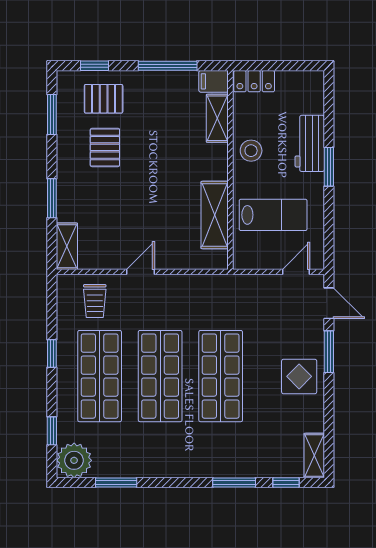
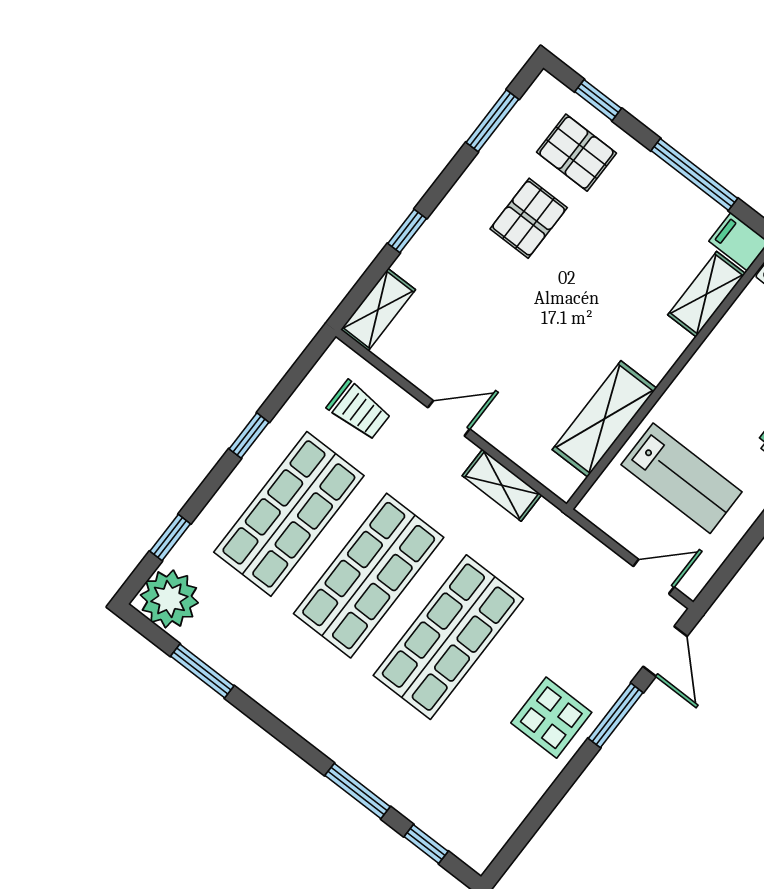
stool: (251, 151) -> (718, 371), removed
window: (52, 198) -> (407, 231), width x0.67
trolley: (95, 301) -> (359, 410), turned -90
shelving: (314, 456) -> (502, 485), moved, turned 90

